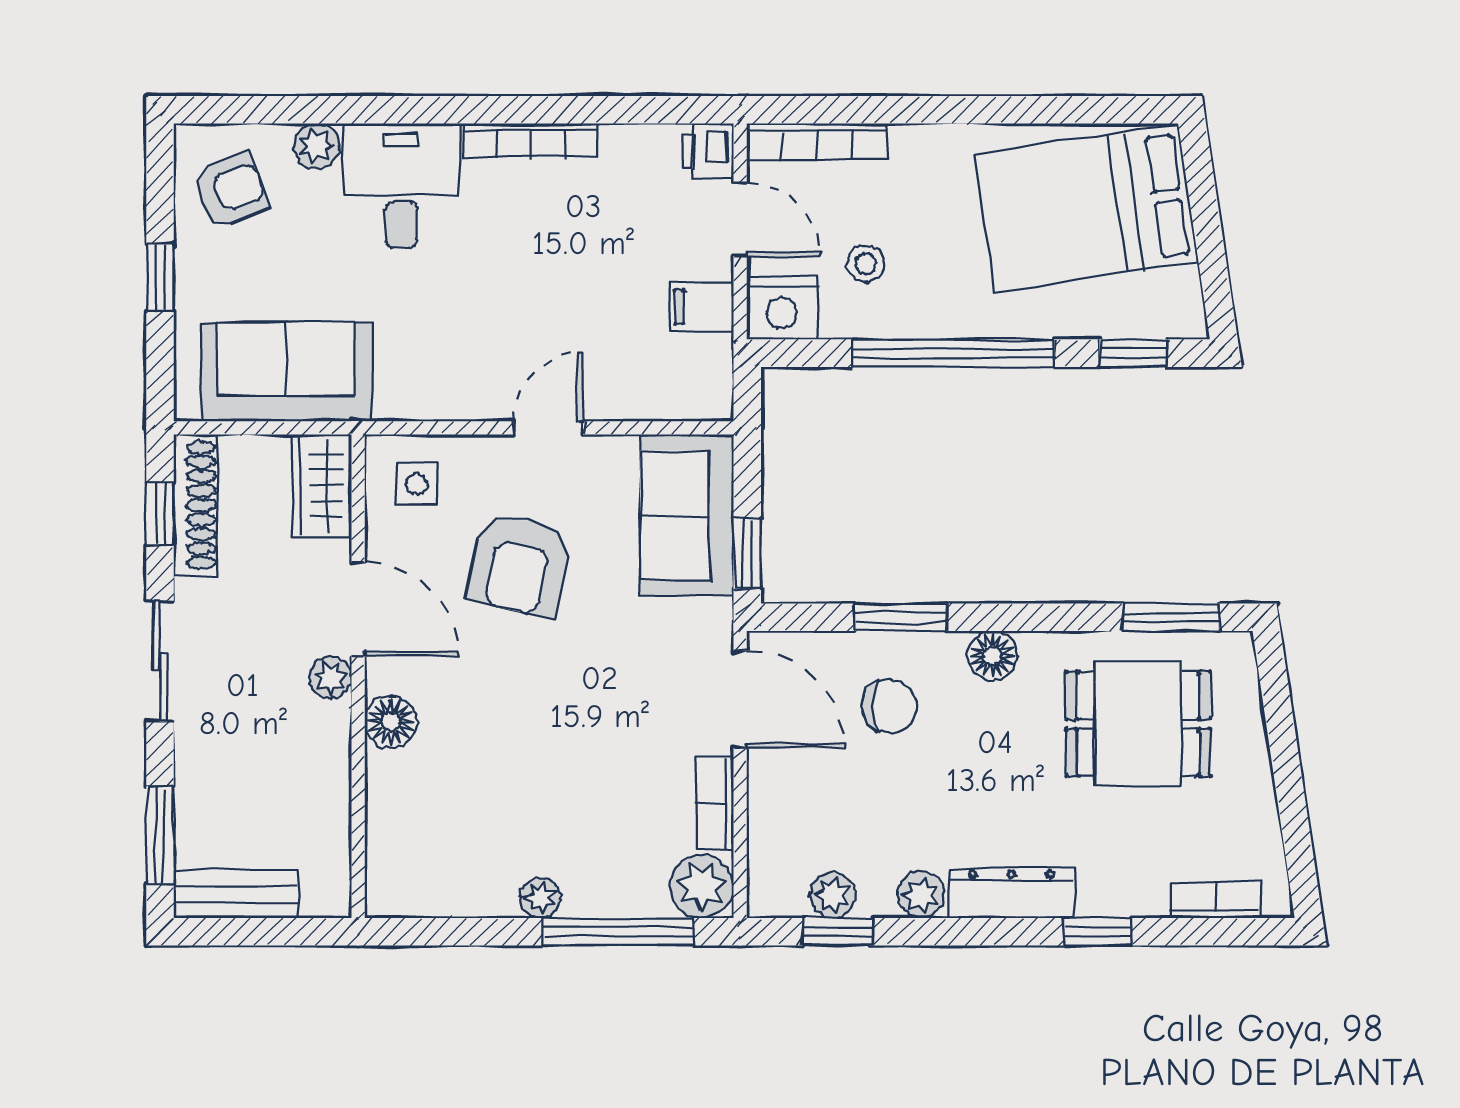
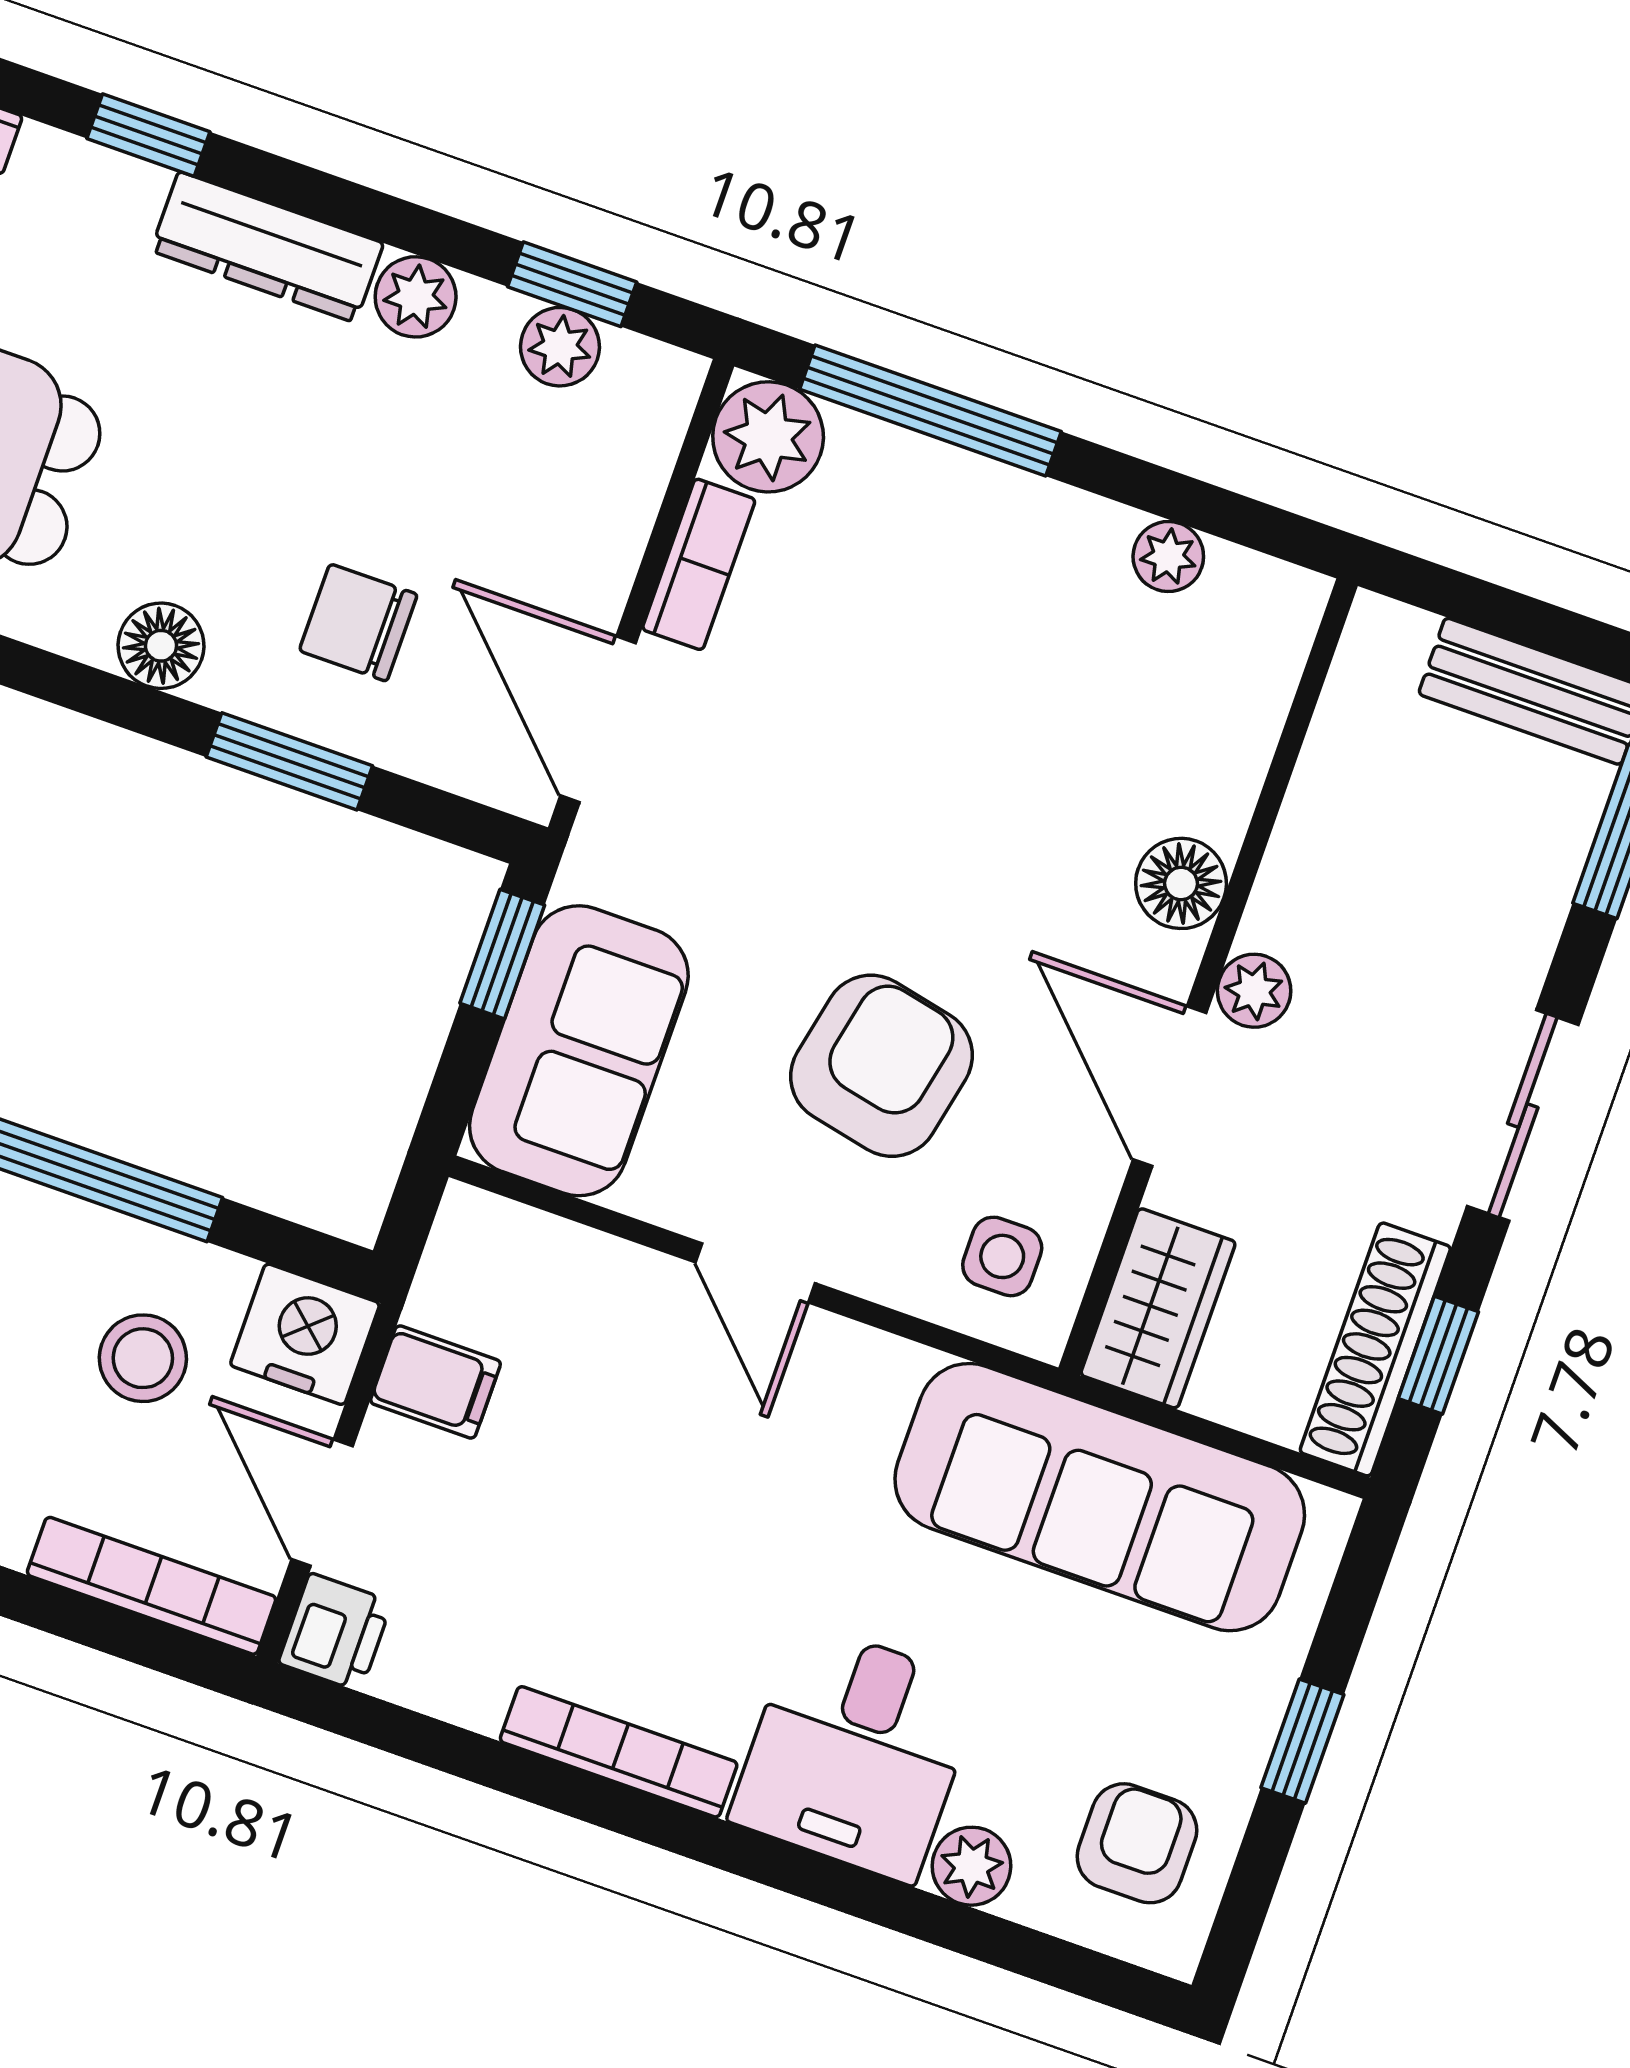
armchair: (231, 190) -> (1137, 1843), turned 111
stool: (866, 264) -> (143, 1358), width x1.37, depth x1.37
sofa: (286, 372) -> (1100, 1497), width x1.36
door: (548, 428) -> (755, 1273), hinge flipped
plant: (540, 898) -> (1168, 557), moved

